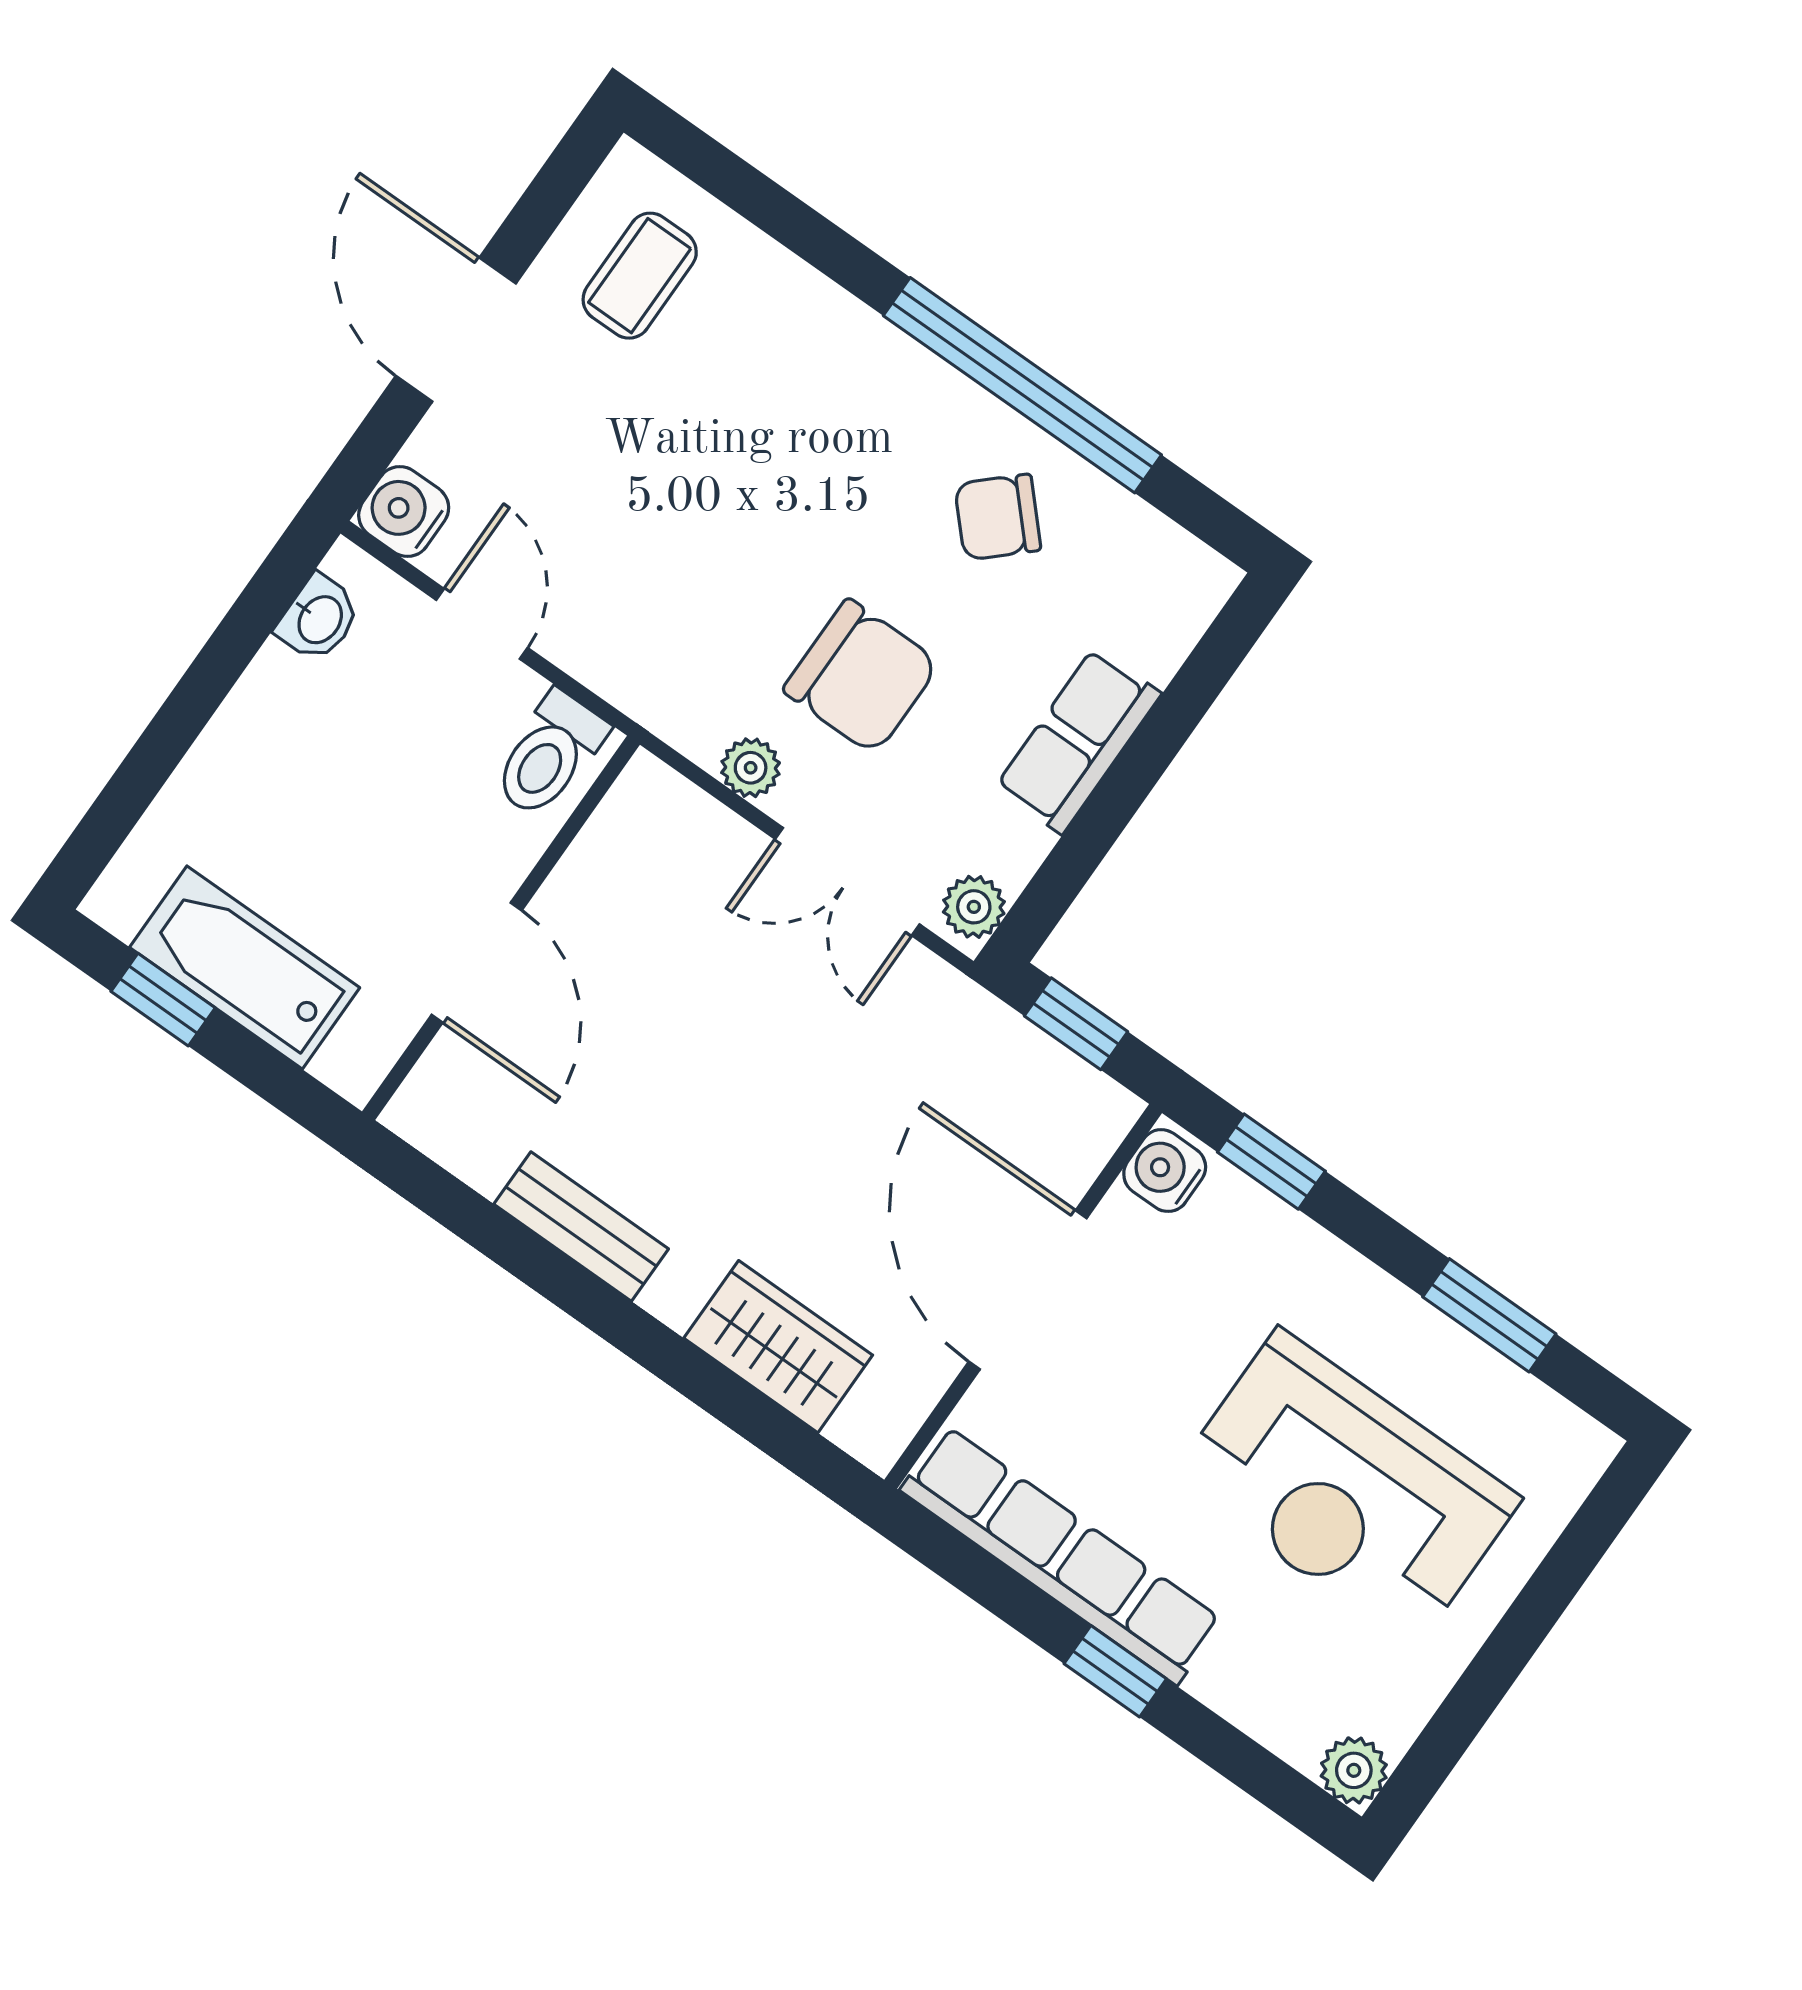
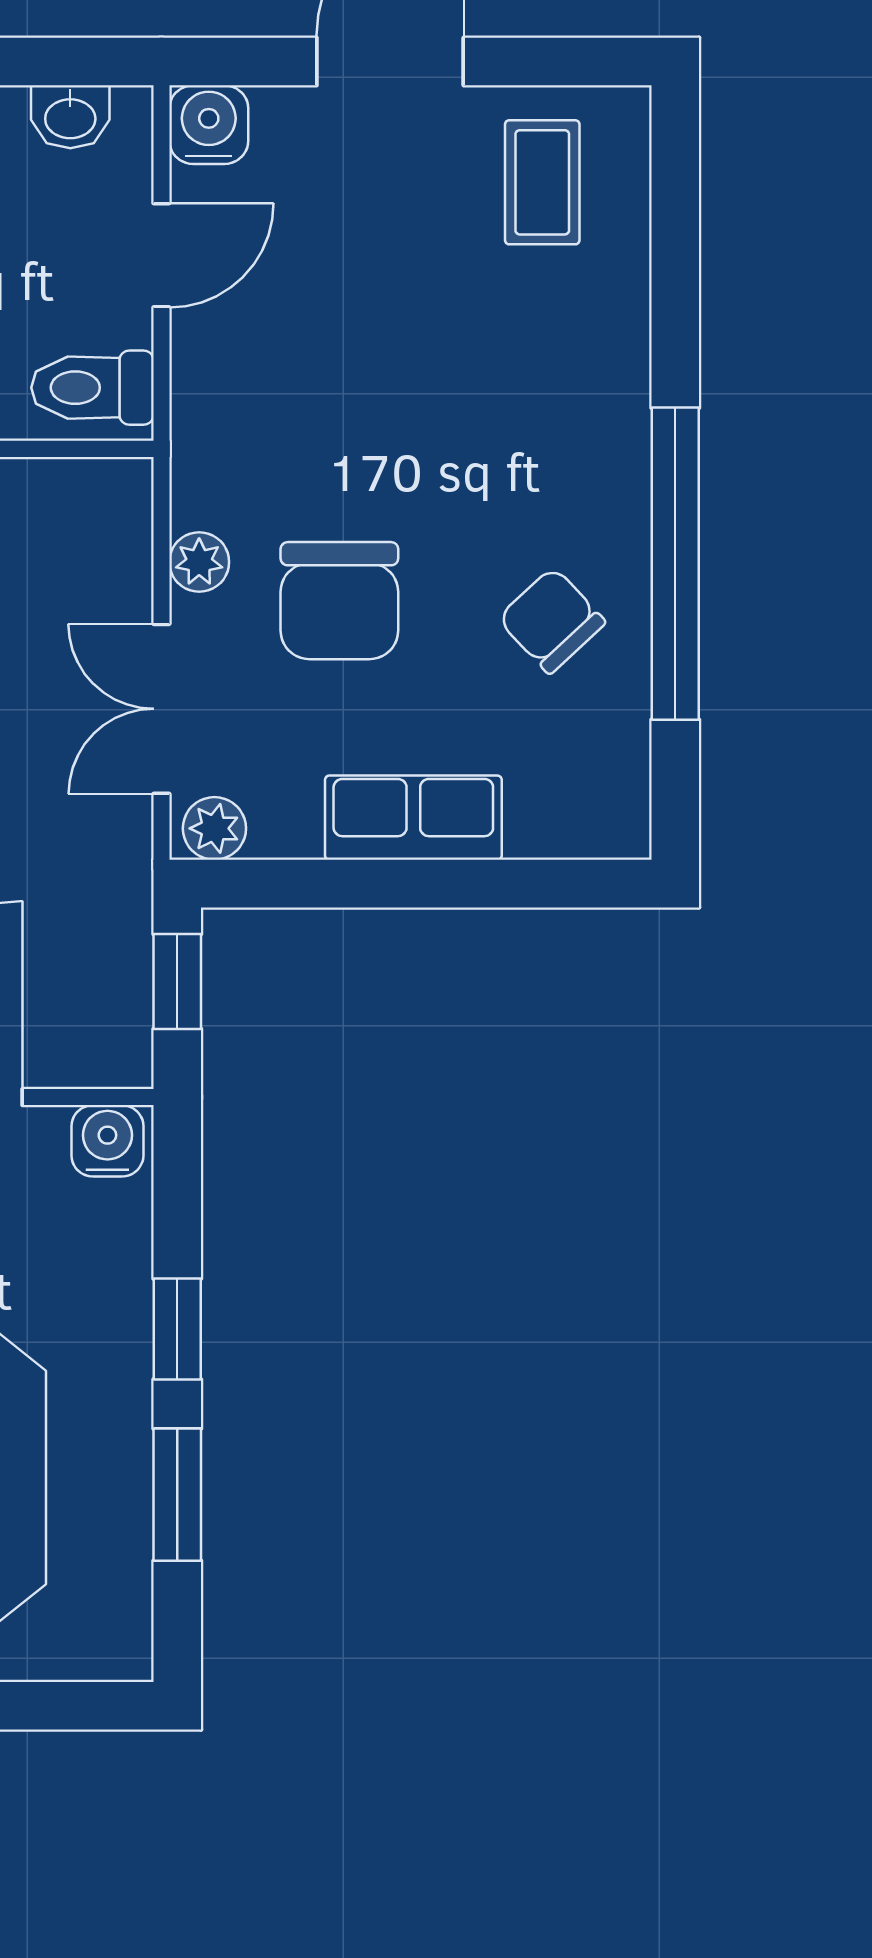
coffee table: (640, 276) -> (542, 182), turned 90
window: (1271, 1162) -> (177, 1329), moved

